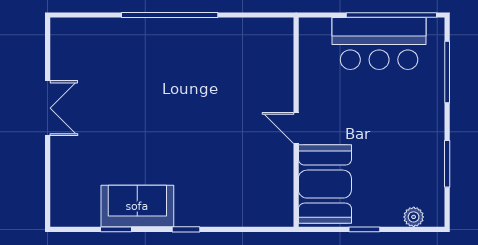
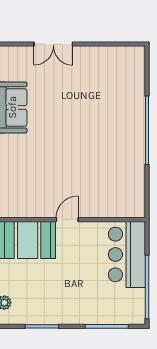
bar counter: (379, 44) -> (127, 254), moved
double door: (48, 108) -> (53, 44), moved

